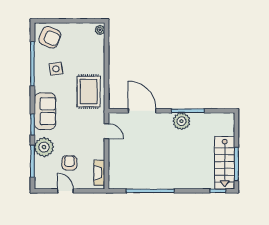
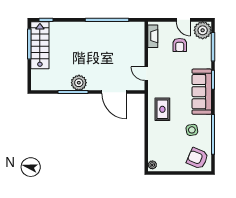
rug: (89, 92) -> (162, 109), width x0.73, depth x0.70
sofa: (45, 111) -> (202, 92), width x1.36
plant: (44, 147) -> (203, 30), moved

